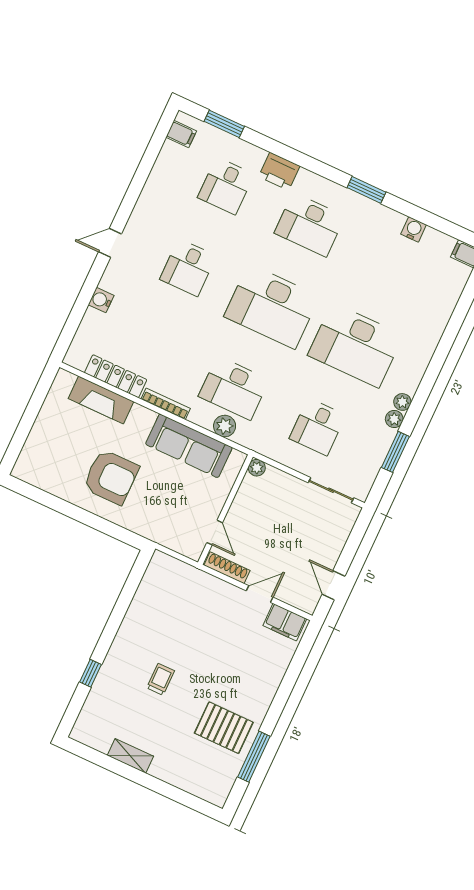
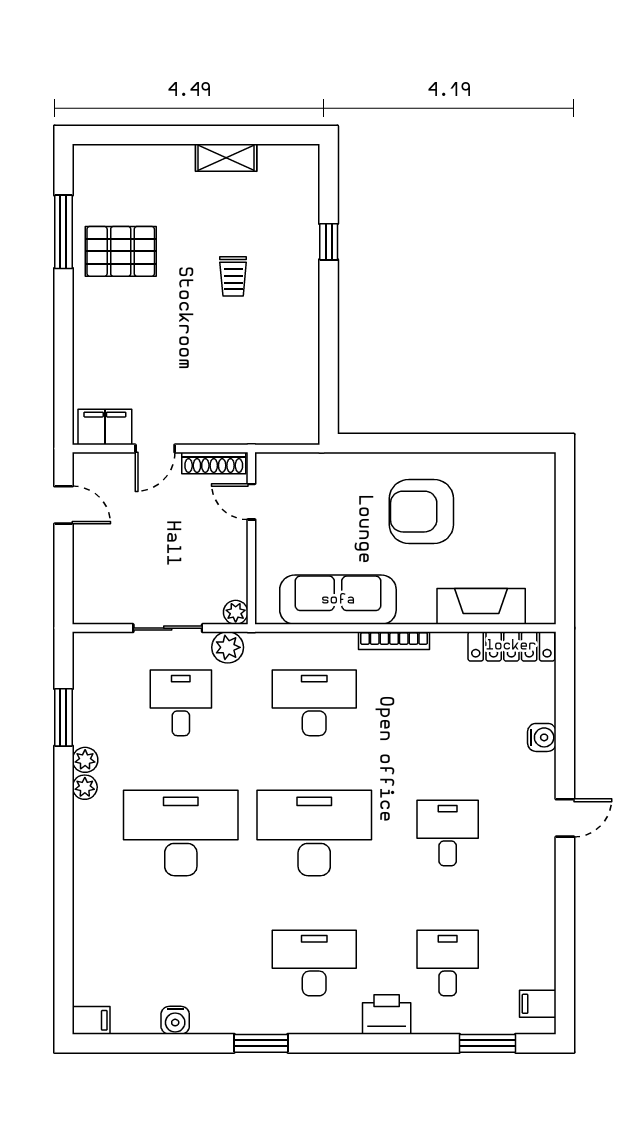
locker: (116, 376) -> (511, 646), moved
plant: (225, 426) -> (228, 647), moved
sliding door: (331, 490) -> (168, 628), moved

